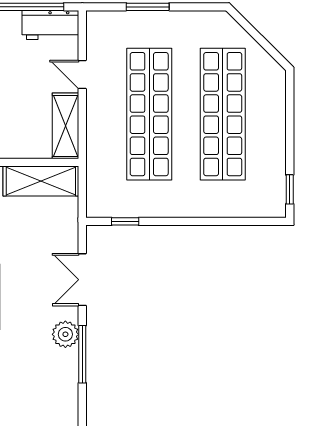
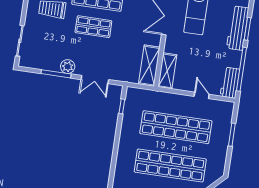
door: (82, 74) -> (202, 95), hinge flipped
shelving: (65, 126) -> (167, 71), moved, turned 90
double door: (82, 280) -> (95, 80), swing flipped

